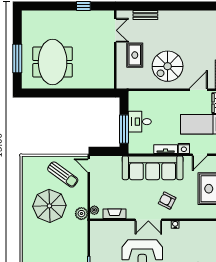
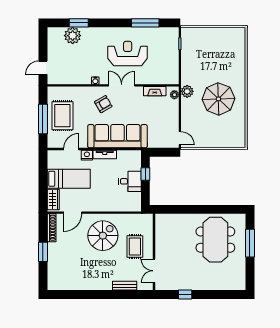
window: (124, 129) -> (145, 174), width x0.46
sun lounger: (63, 175) -> (205, 130), removed
armchair: (167, 201) -> (103, 104), turned -57

